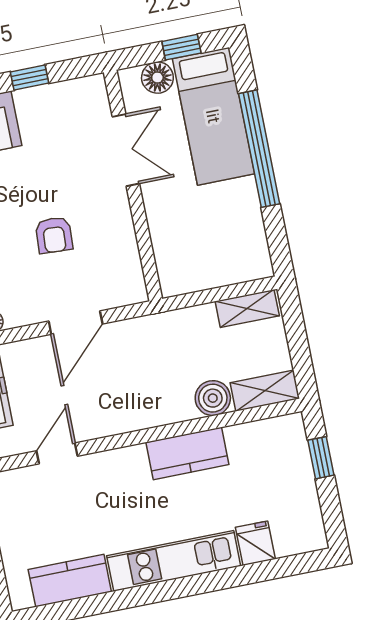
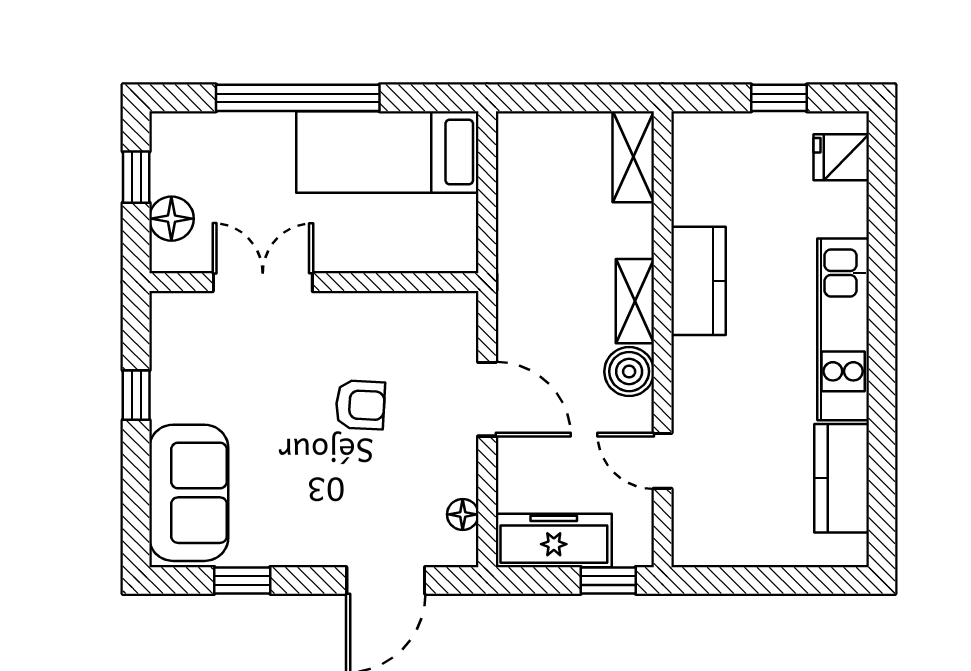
bed: (213, 116) -> (387, 152), moved, turned 180
shelving: (247, 308) -> (635, 301), moved
boiler: (213, 398) -> (629, 372), moved
window: (321, 458) -> (779, 98), moved
fridge: (255, 543) -> (841, 157), moved

